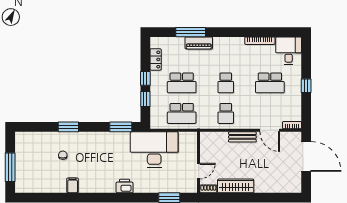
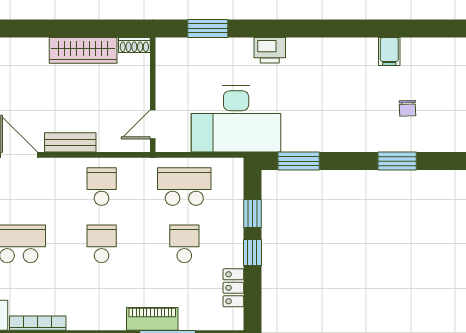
school desk: (182, 83) -> (184, 244), width x0.54
door: (199, 171) -> (153, 124), moved
printer: (125, 186) -> (270, 50), moved

